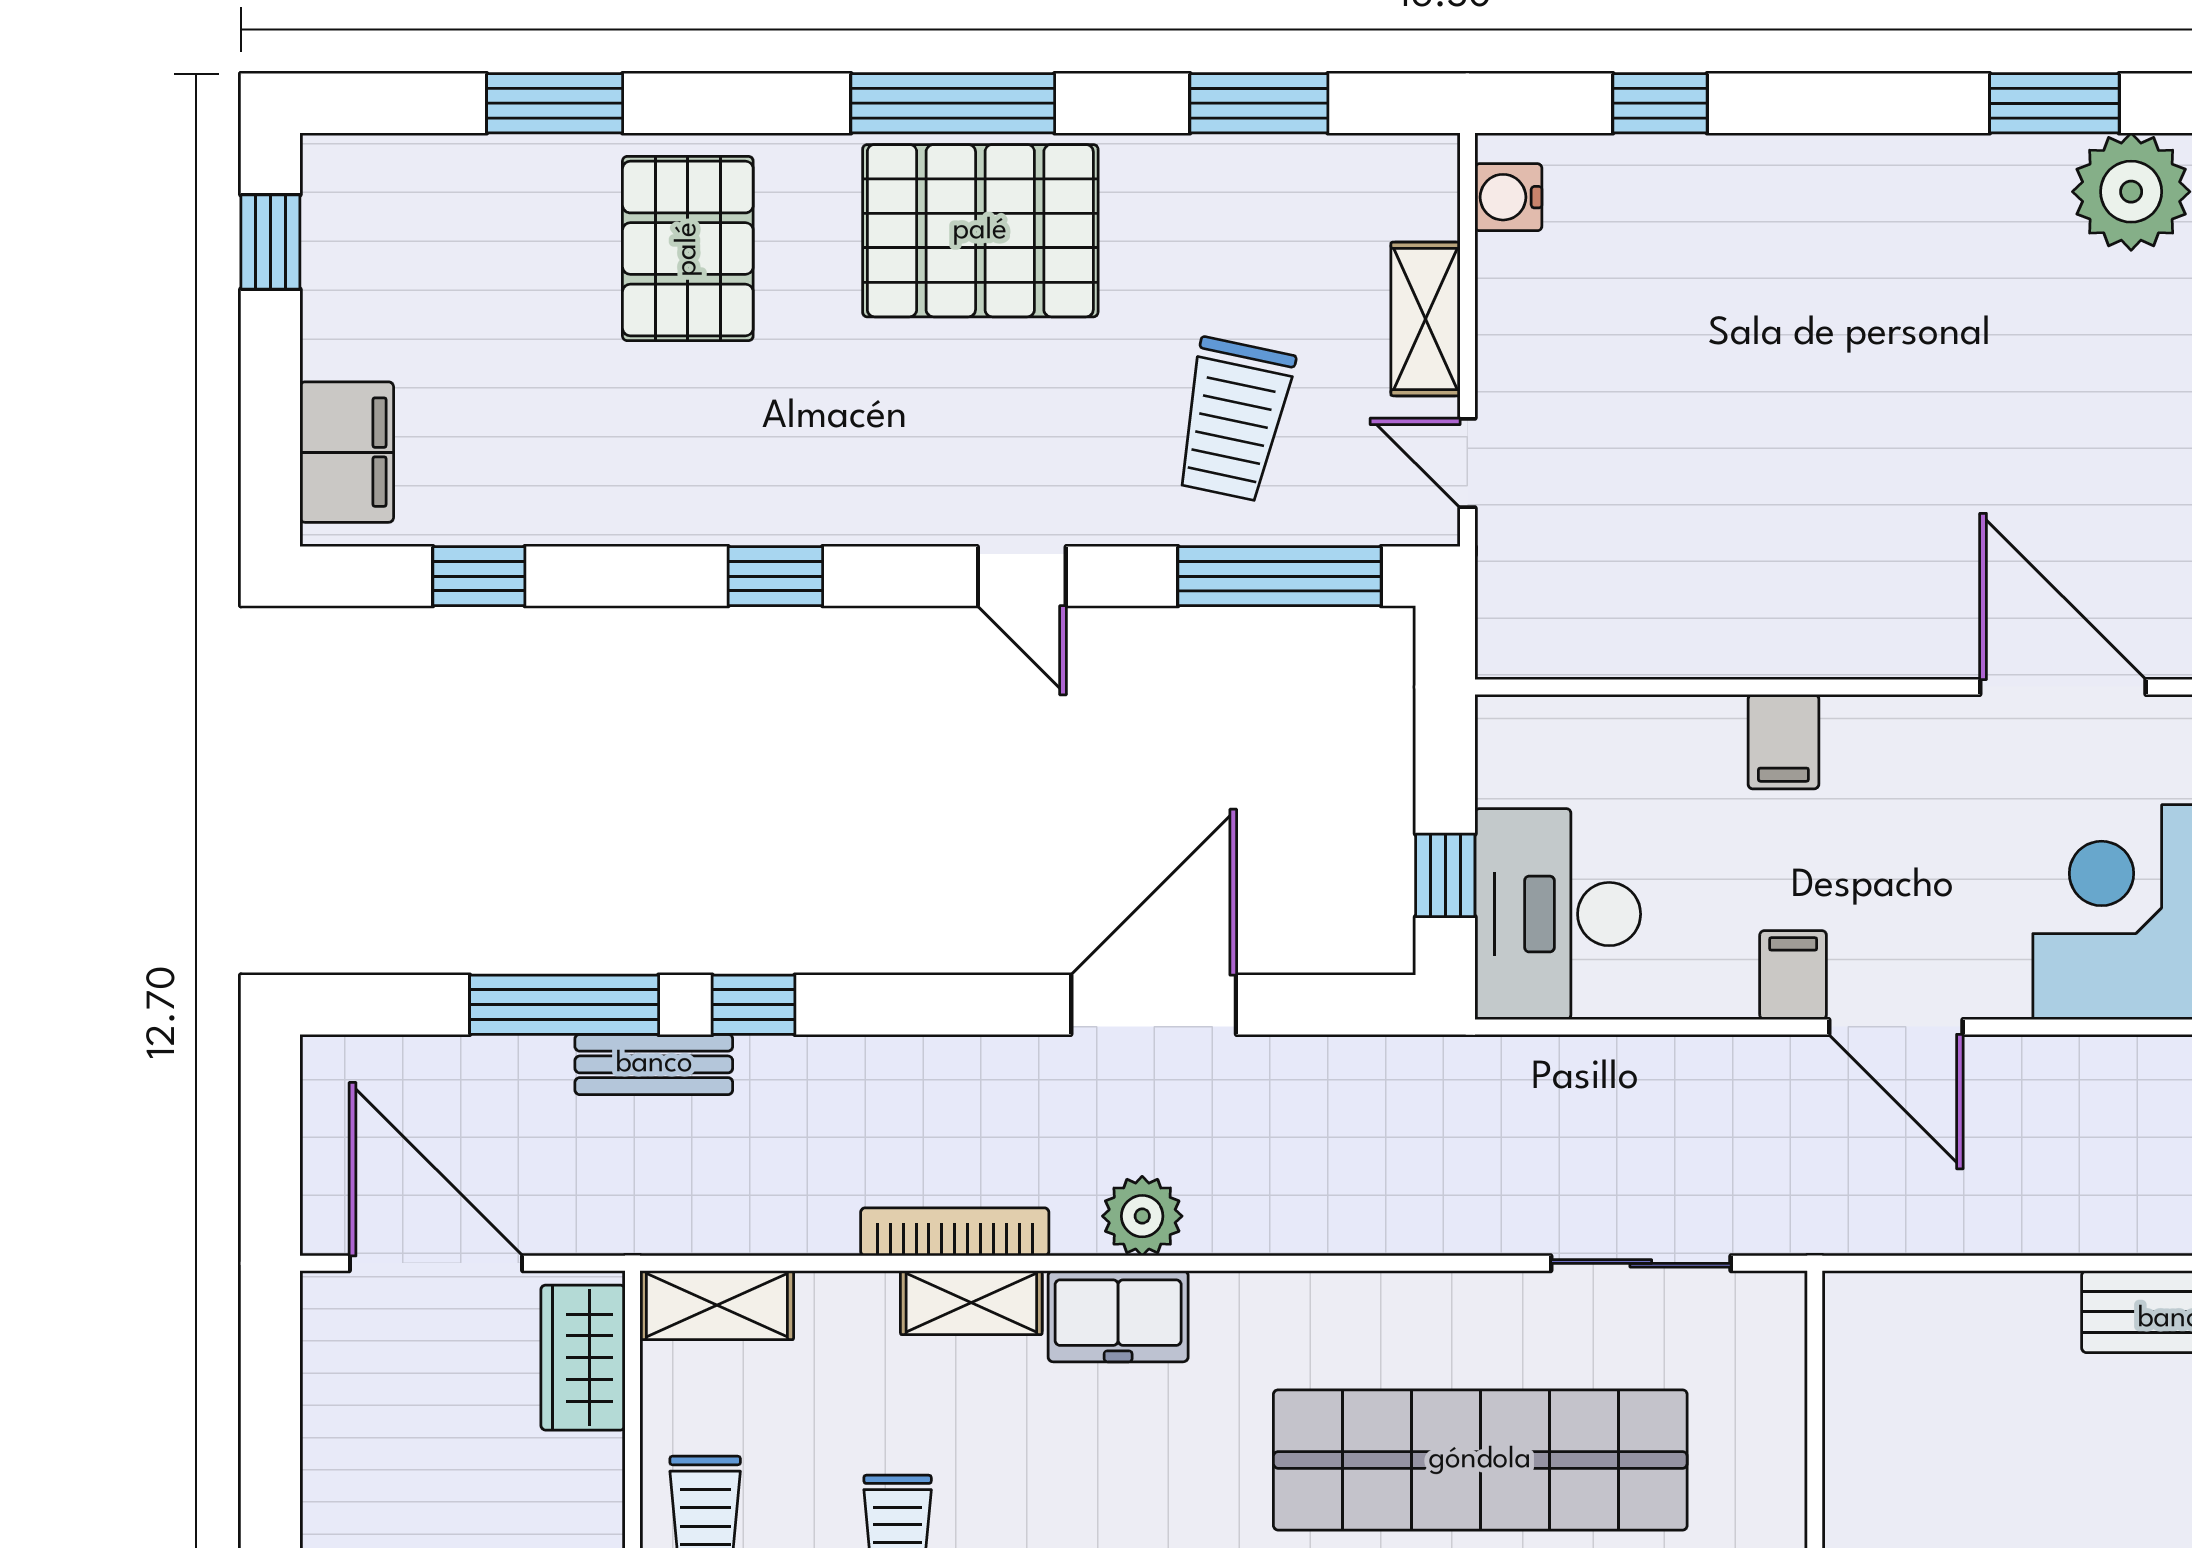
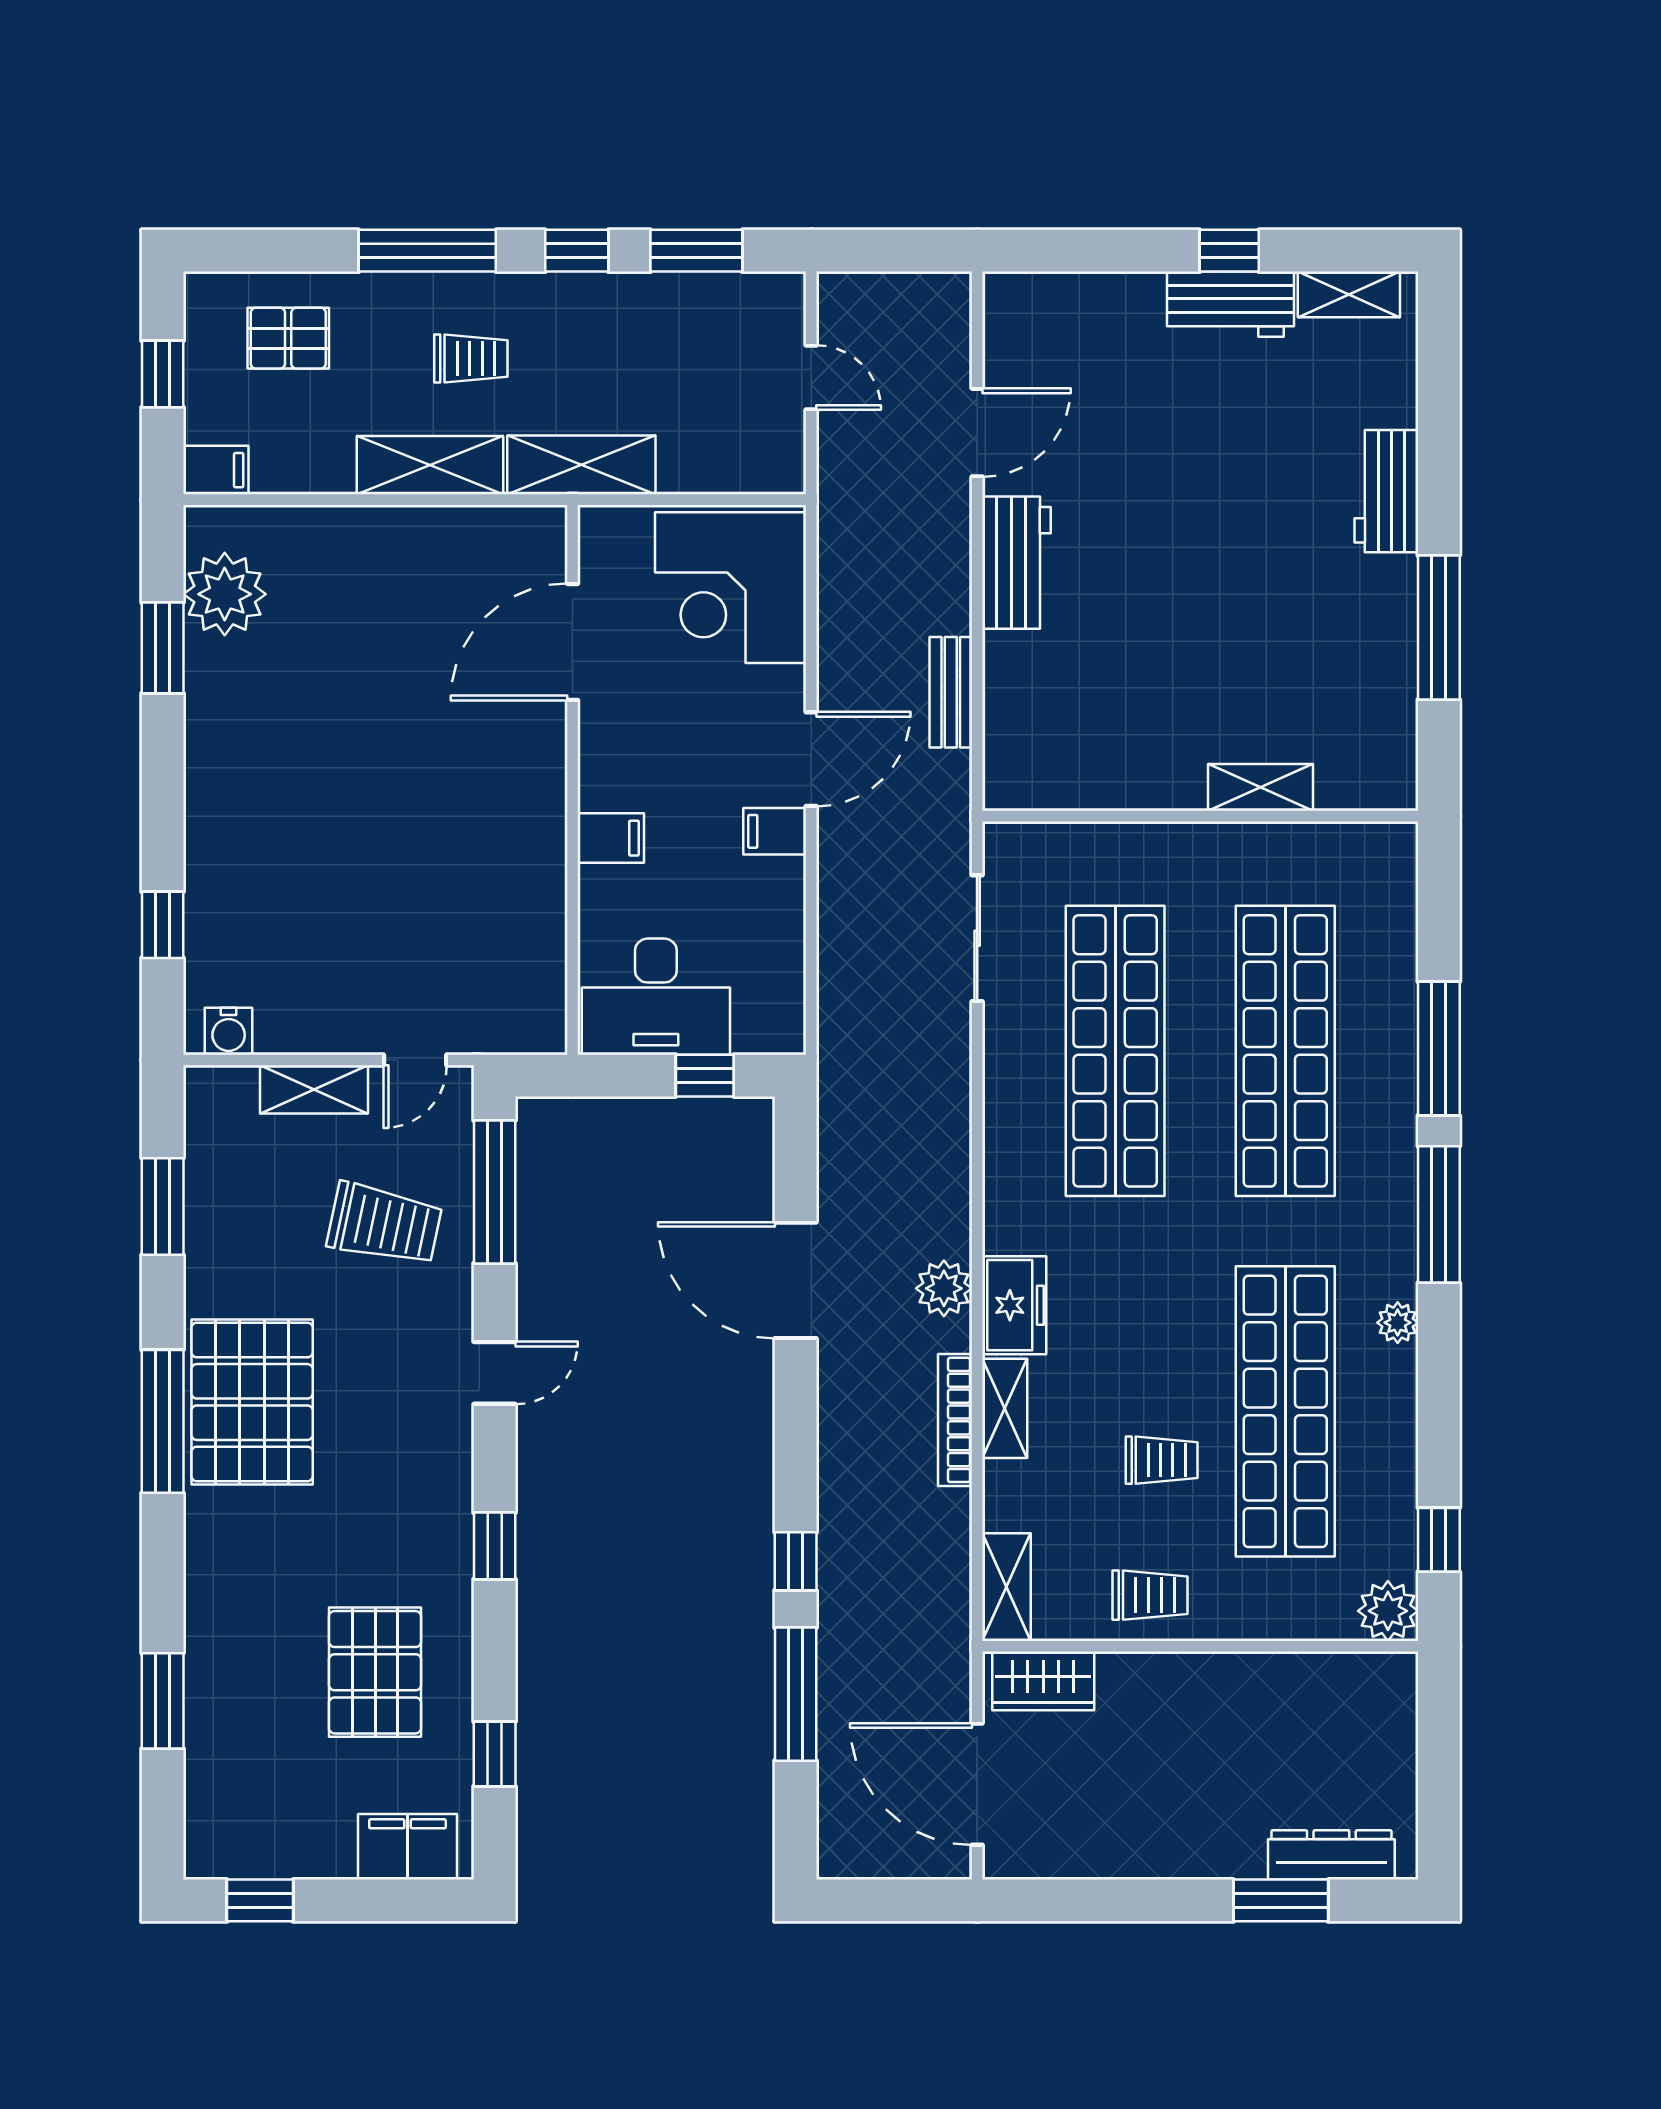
pallet: (688, 249) -> (375, 1672), moved, turned 90
desk: (1558, 914) -> (656, 997), moved
bench: (654, 1064) -> (951, 692), moved
door: (436, 1263) -> (977, 1784), hinge flipped

